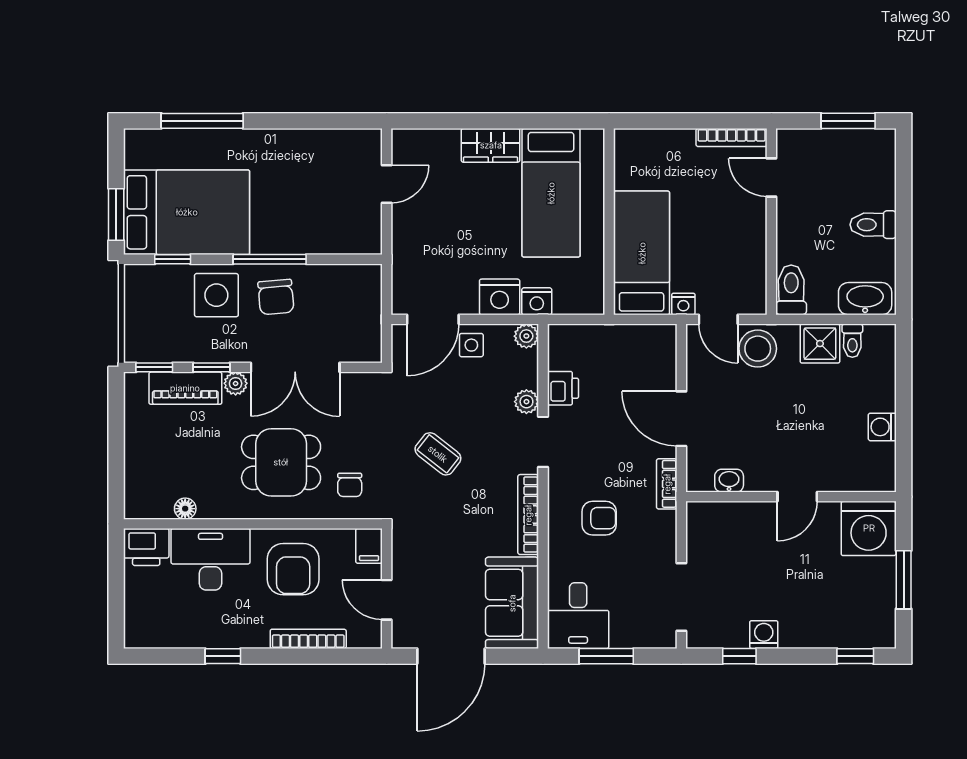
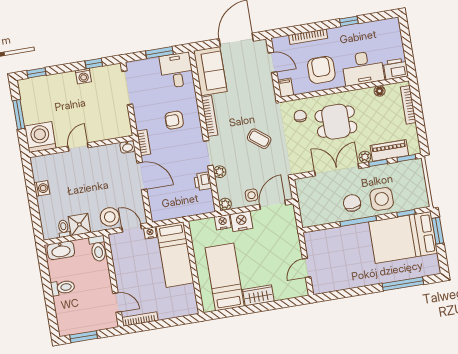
bookcase: (133, 472) -> (408, 105), added
washbasin: (729, 481) -> (127, 147), moved

